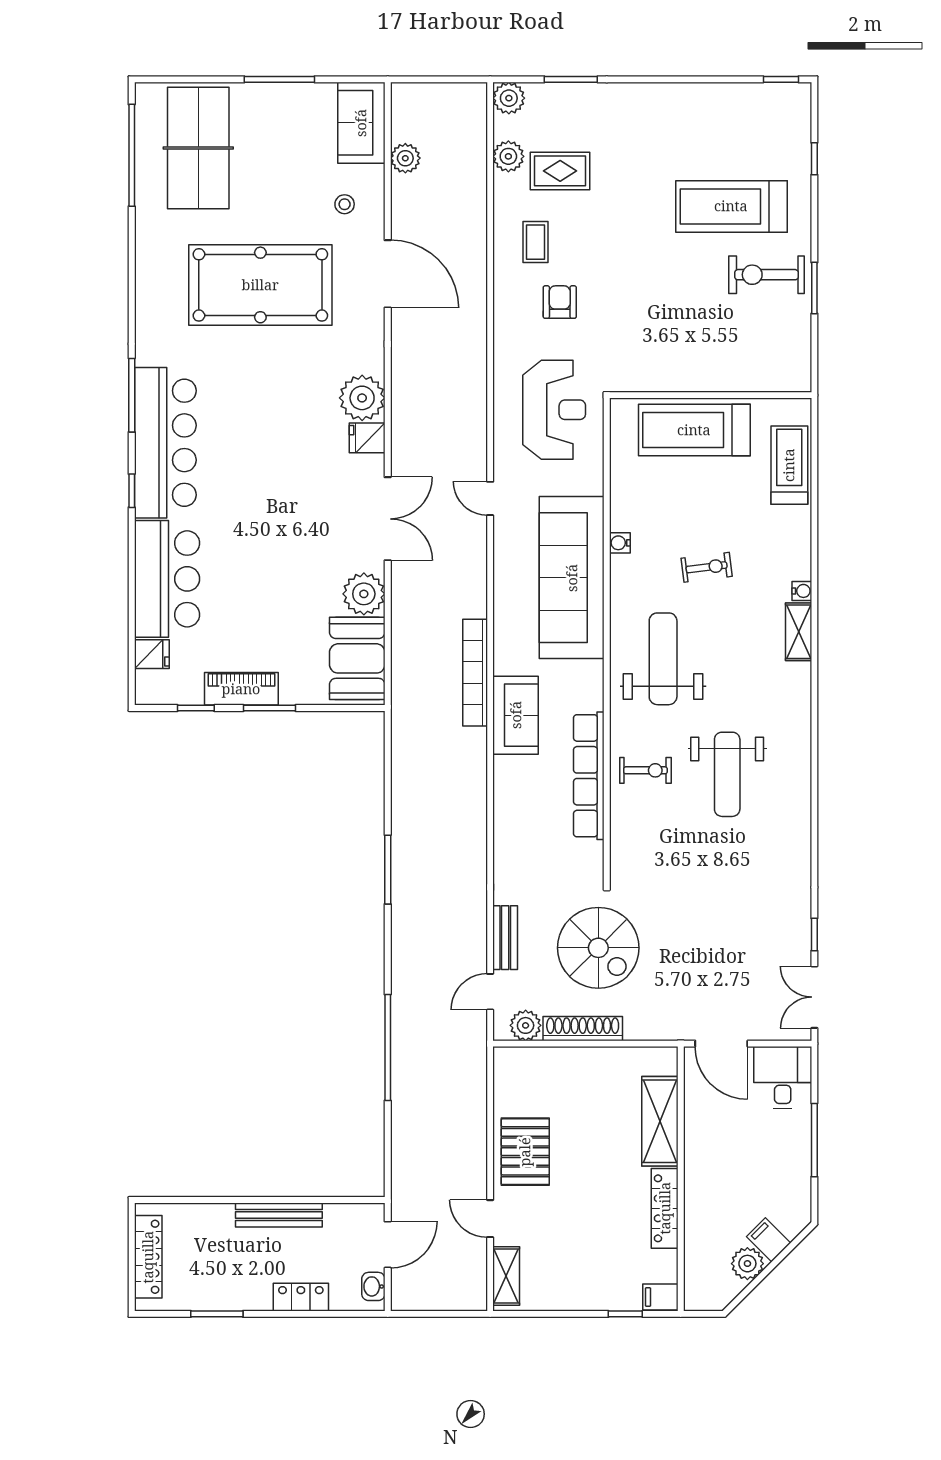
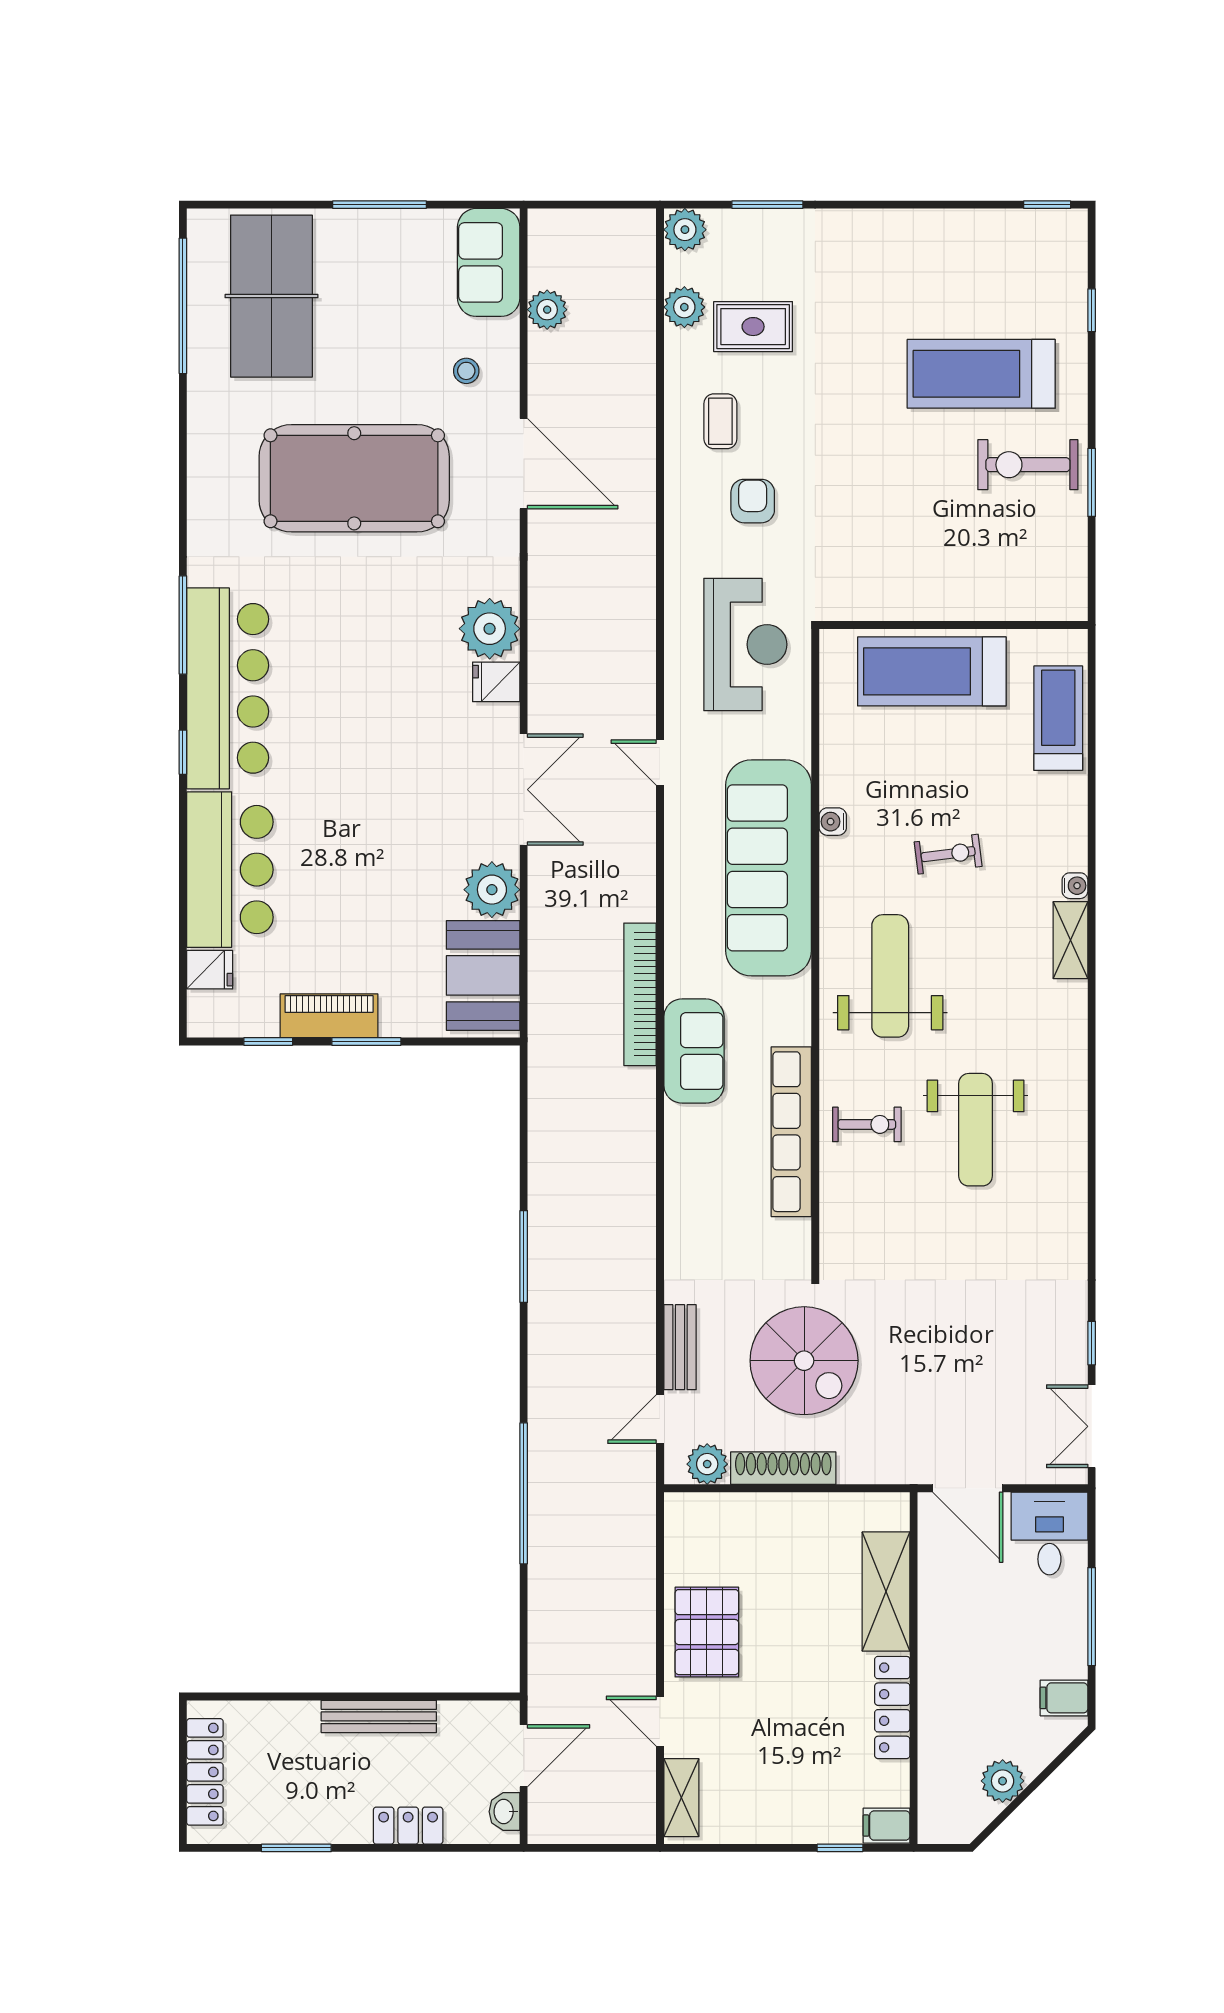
filing cabinet: (769, 1240) -> (1064, 1698), moved, turned -45

